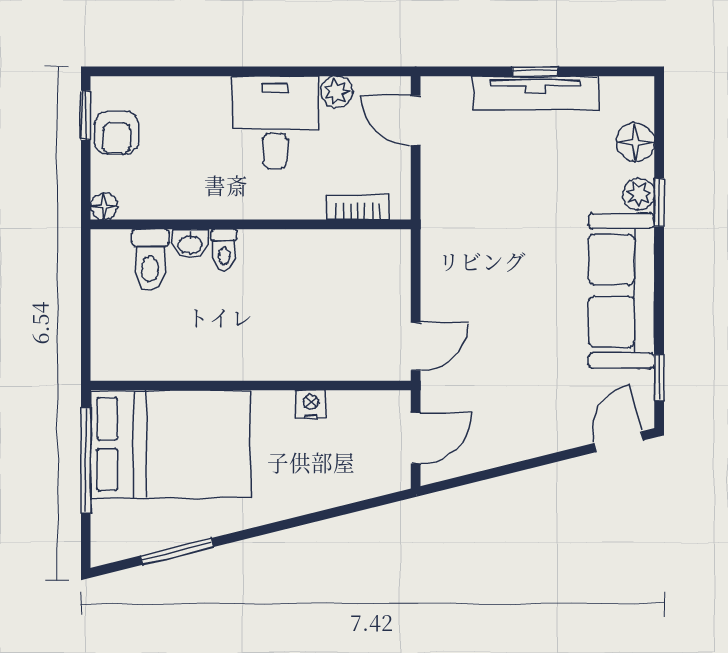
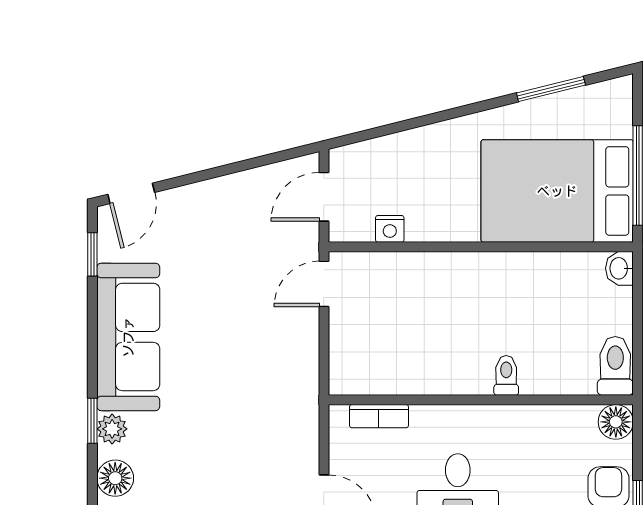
floor lamp: (104, 206) -> (616, 422), width x1.37, depth x1.37
washbasin: (190, 244) -> (619, 268), moved, turned -90
toilet: (150, 260) -> (615, 366), moved
nightstand: (311, 404) -> (390, 229), moved

